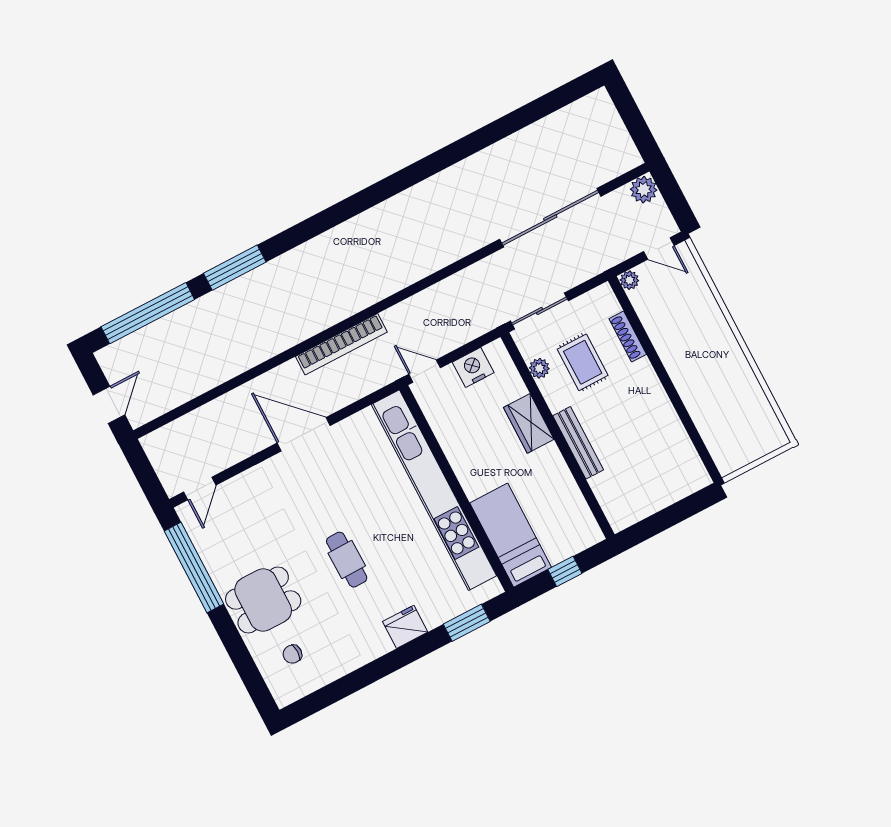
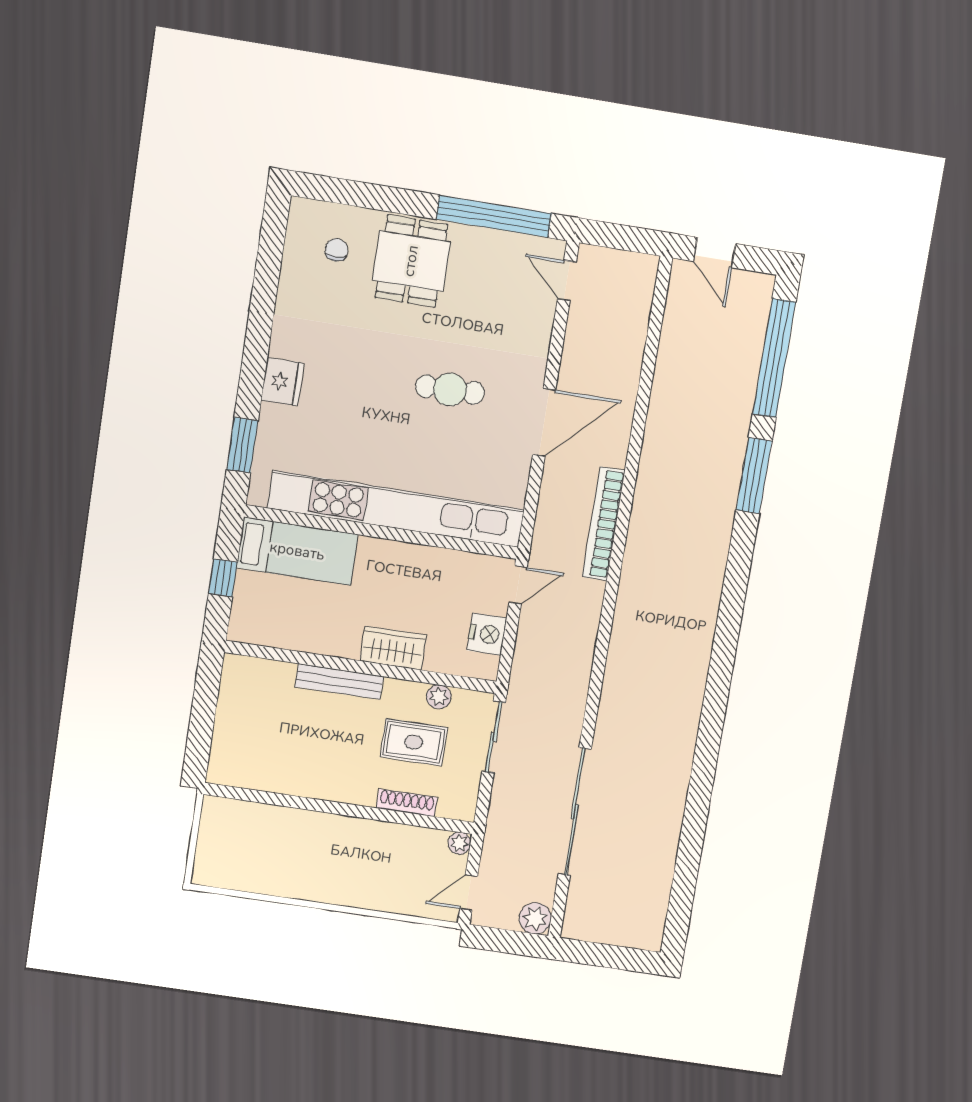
cafe table: (347, 560) -> (450, 390), moved

